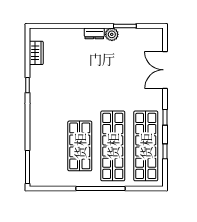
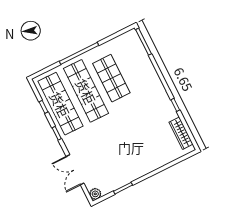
dresser: (94, 33) -> (144, 171), removed
plant: (112, 34) -> (95, 194), moved
wardrobe: (36, 53) -> (181, 133), width x1.50
double door: (165, 70) -> (75, 170), swing flipped

